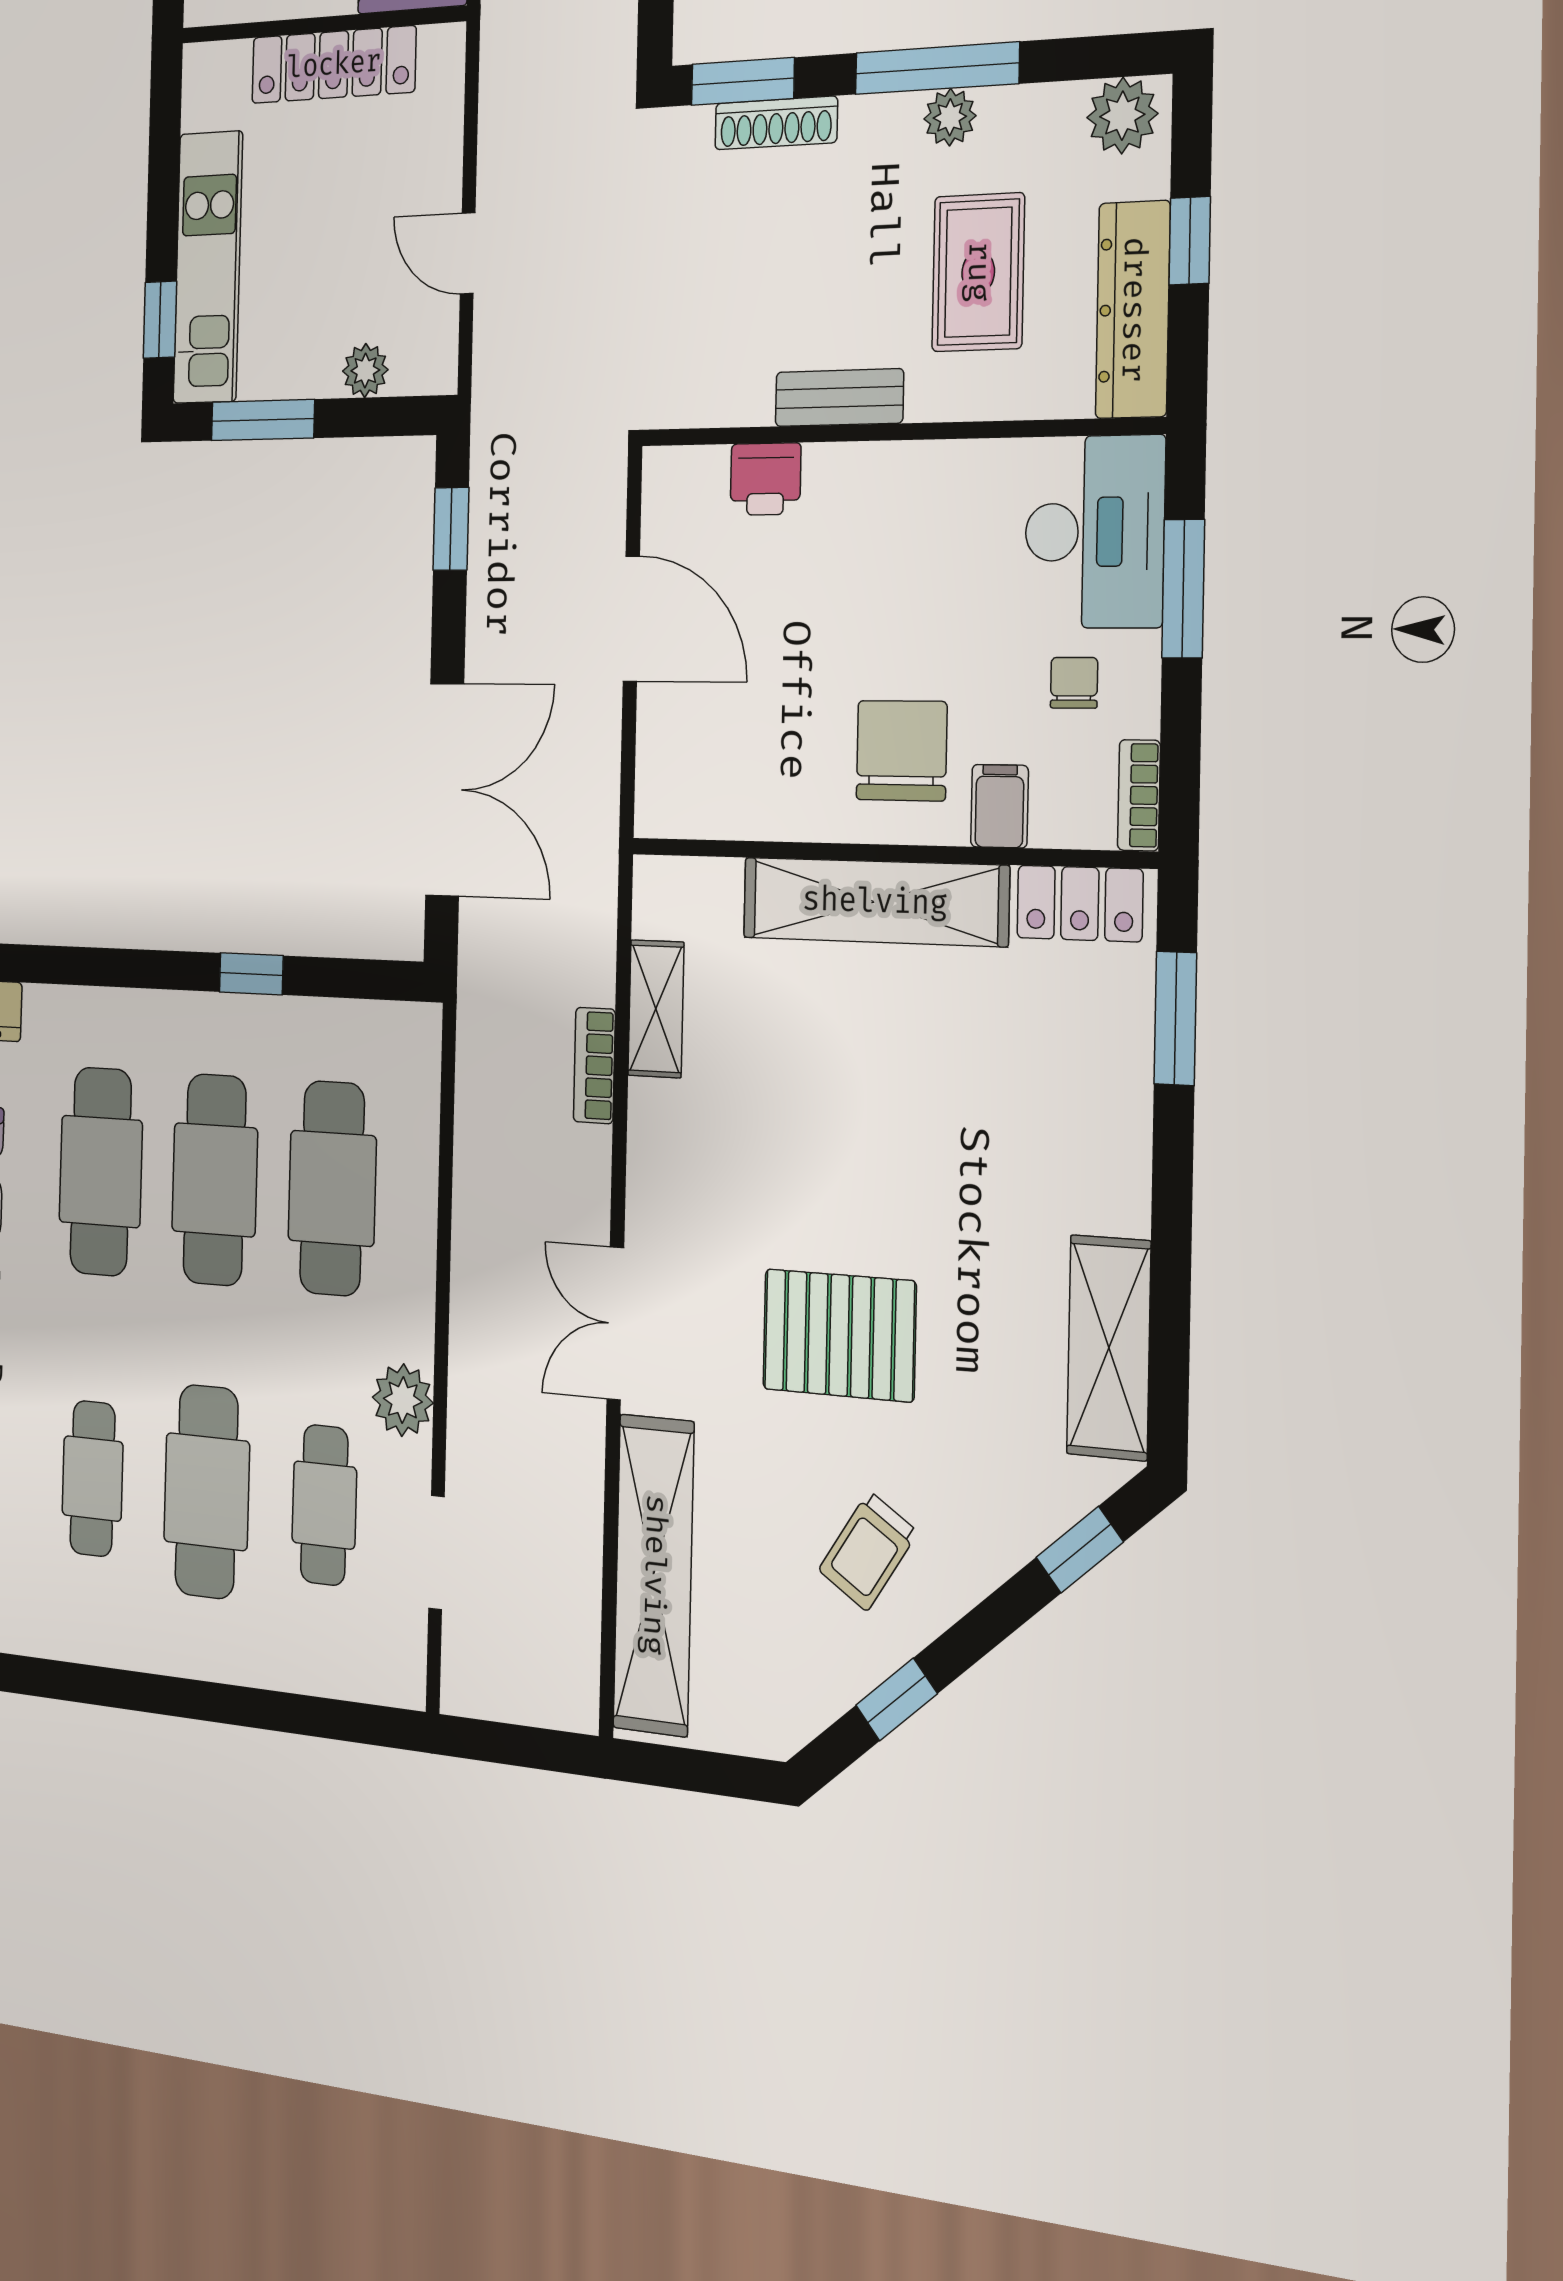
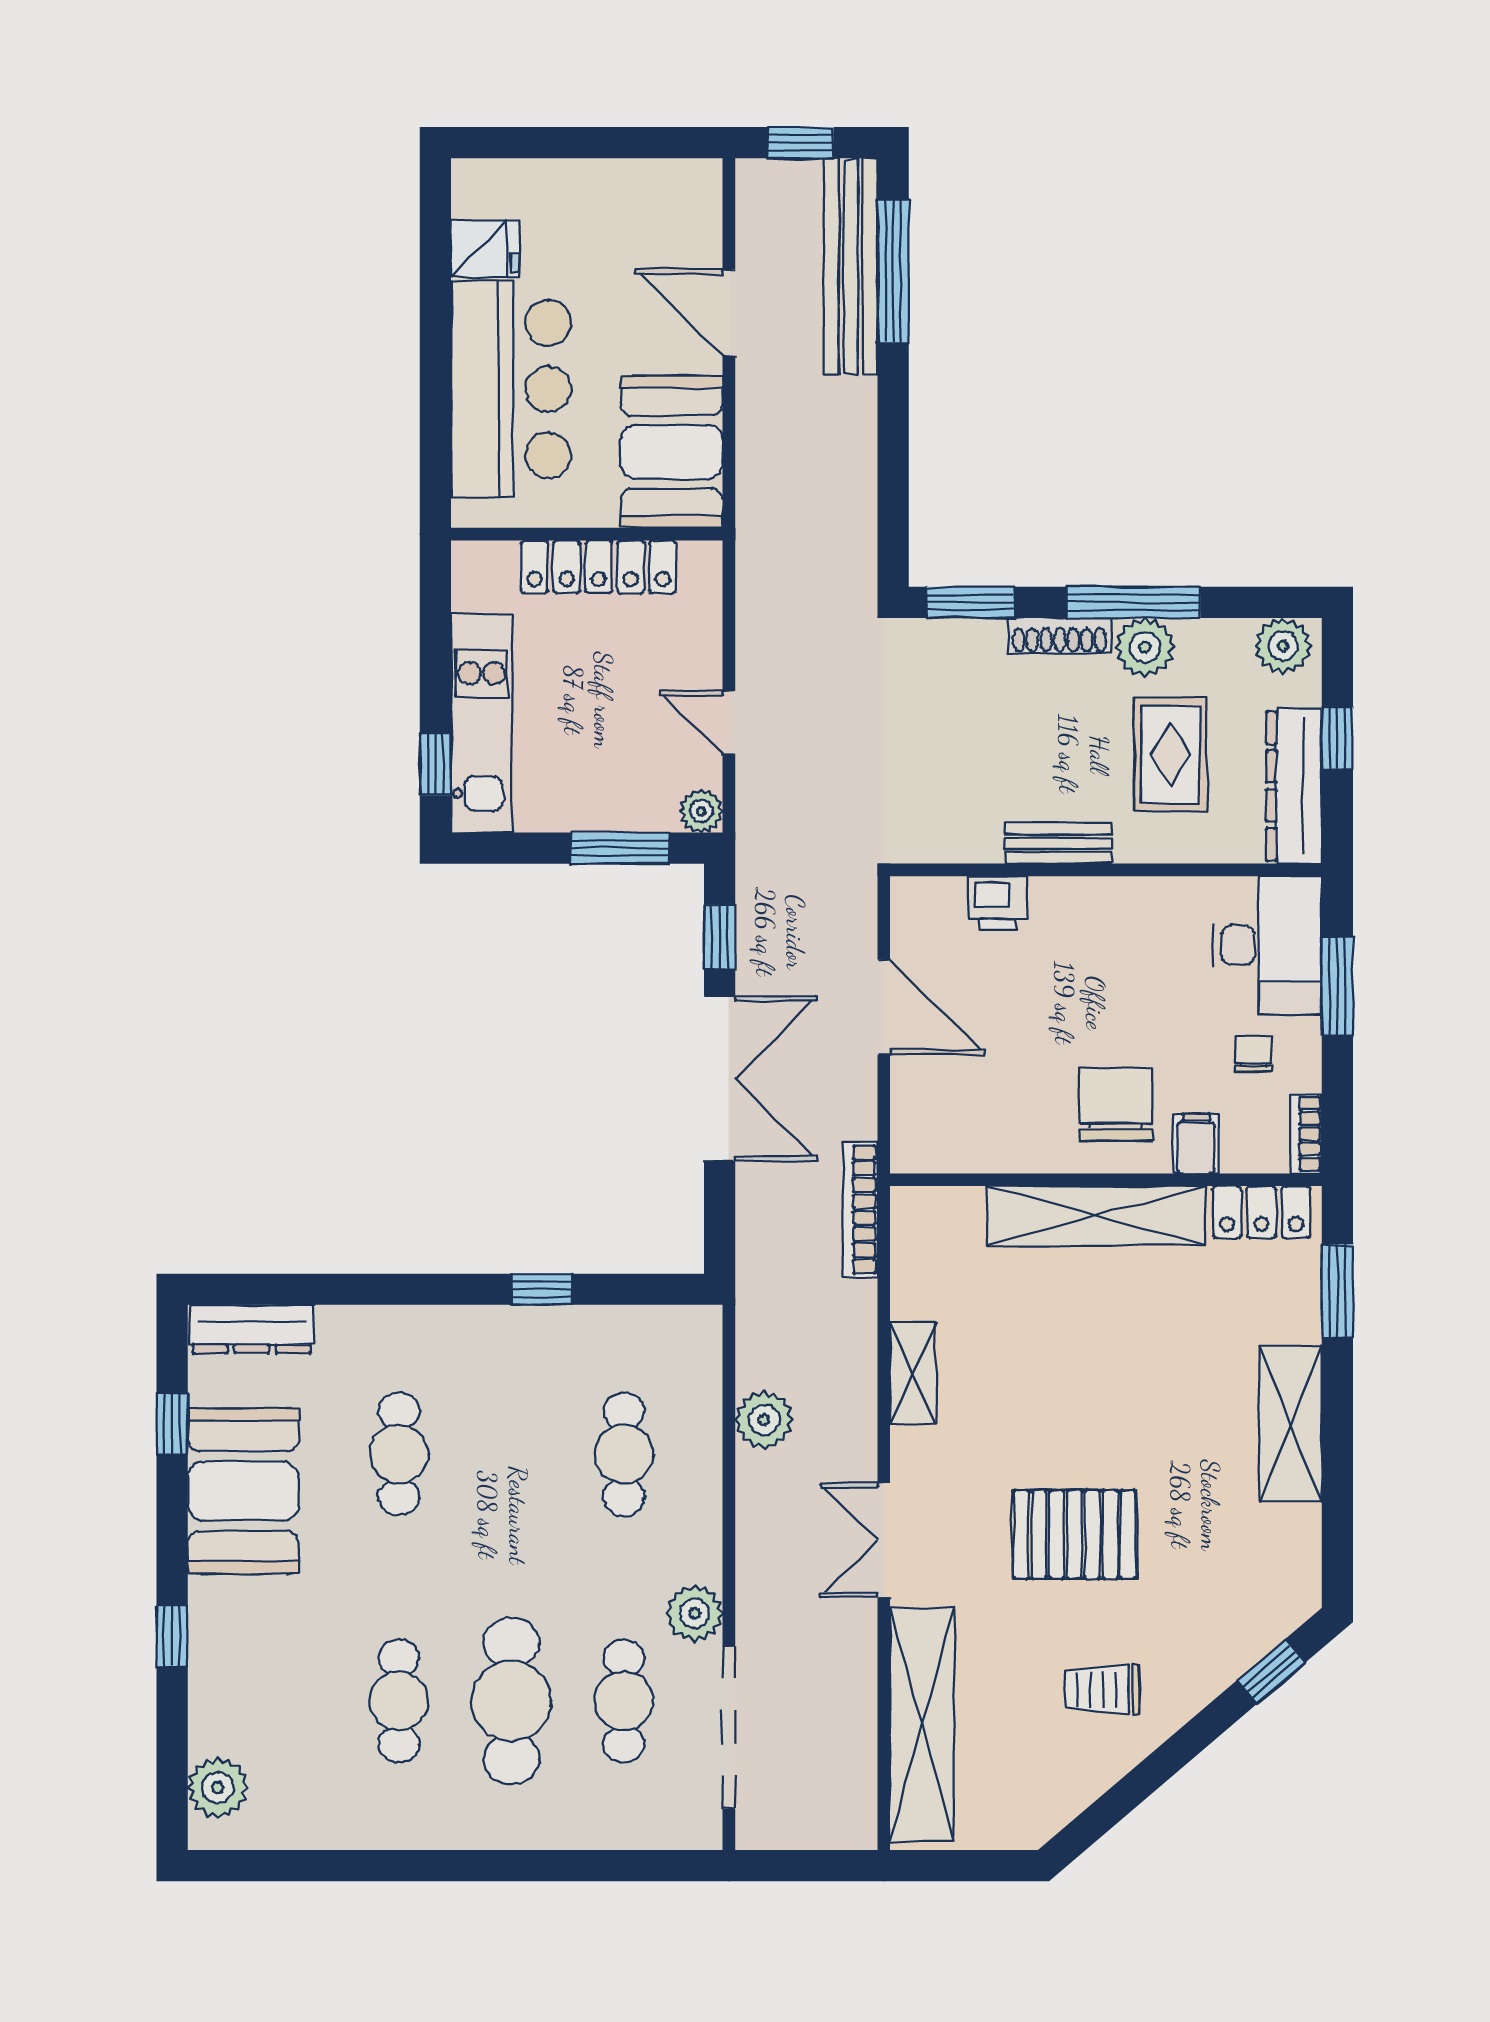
plant: (950, 117) -> (1145, 647), width x1.38, depth x1.38
shoe rack: (776, 123) -> (1060, 635), moved
plant: (365, 370) -> (701, 811), moved
window: (263, 420) -> (620, 848), moved
double door: (445, 790) -> (720, 1079), moved
shelving: (656, 1009) -> (913, 1373), moved
bookcase: (594, 1065) -> (860, 1209), moved, width x1.56
plant: (485, 1154) -> (764, 1420), added
cafe table: (101, 1171) -> (399, 1454), width x0.73, depth x0.74
cafe table: (215, 1180) -> (511, 1454), removed
cafe table: (332, 1188) -> (624, 1454), width x0.73, depth x0.74
shelving: (1109, 1348) -> (1291, 1424), moved
trolley: (868, 1551) -> (1102, 1689), turned 57
doorway: (436, 1553) -> (729, 1727), width x1.88
window: (896, 1699) -> (1128, 1794), removed

